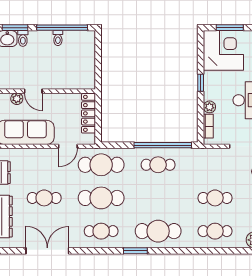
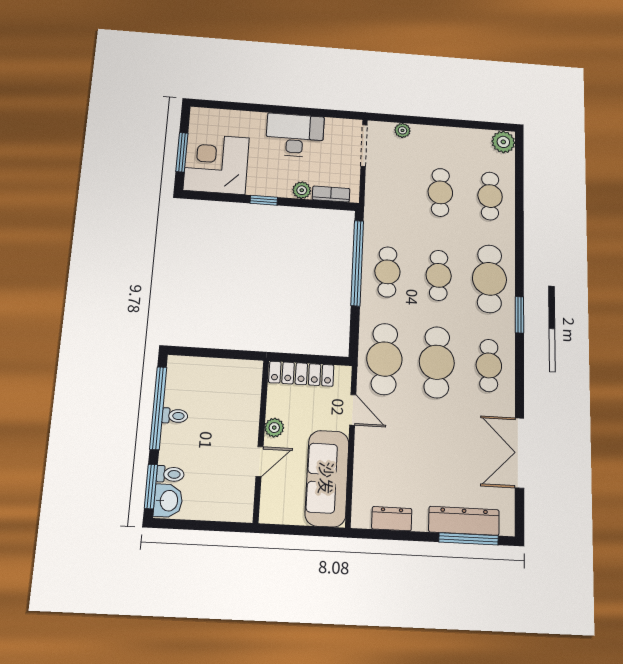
plant: (17, 99) -> (274, 428), moved
cafe table: (44, 198) -> (439, 275), moved

